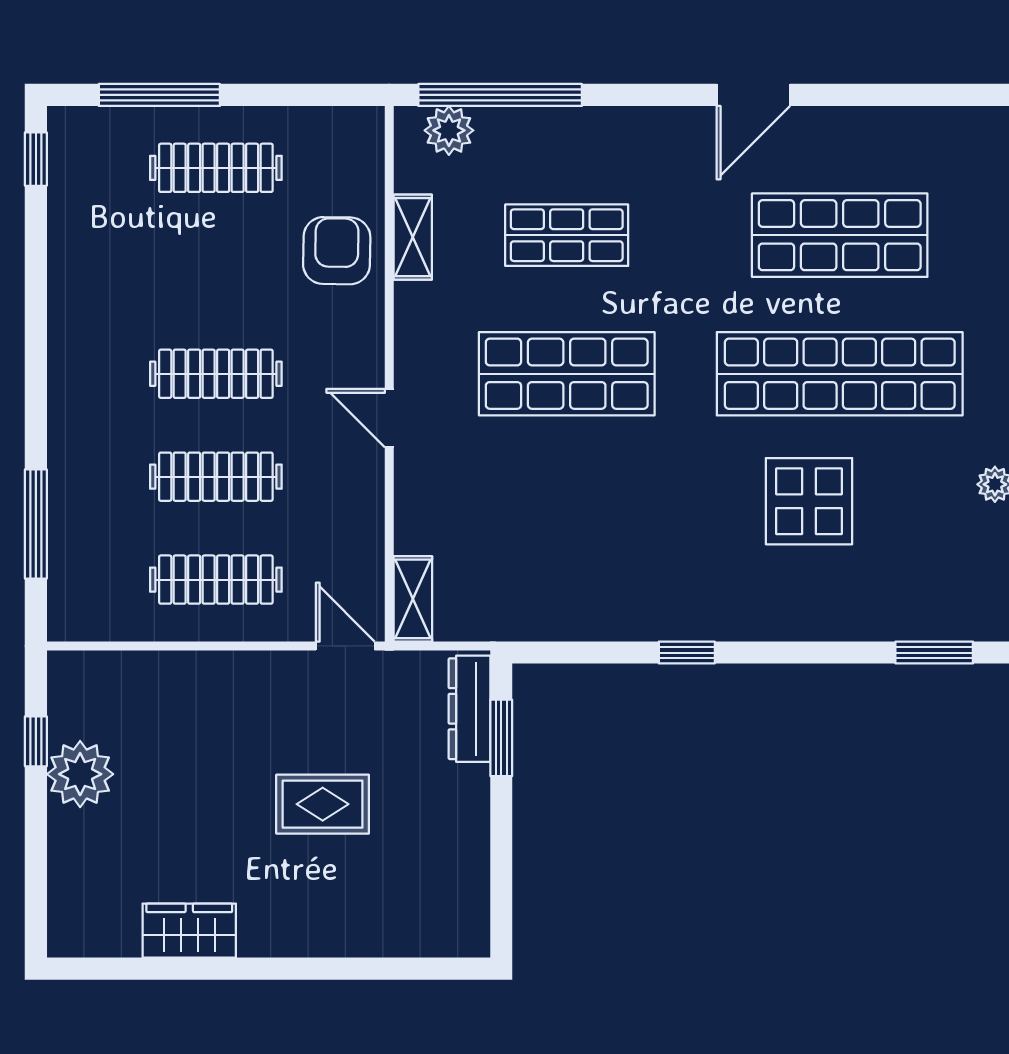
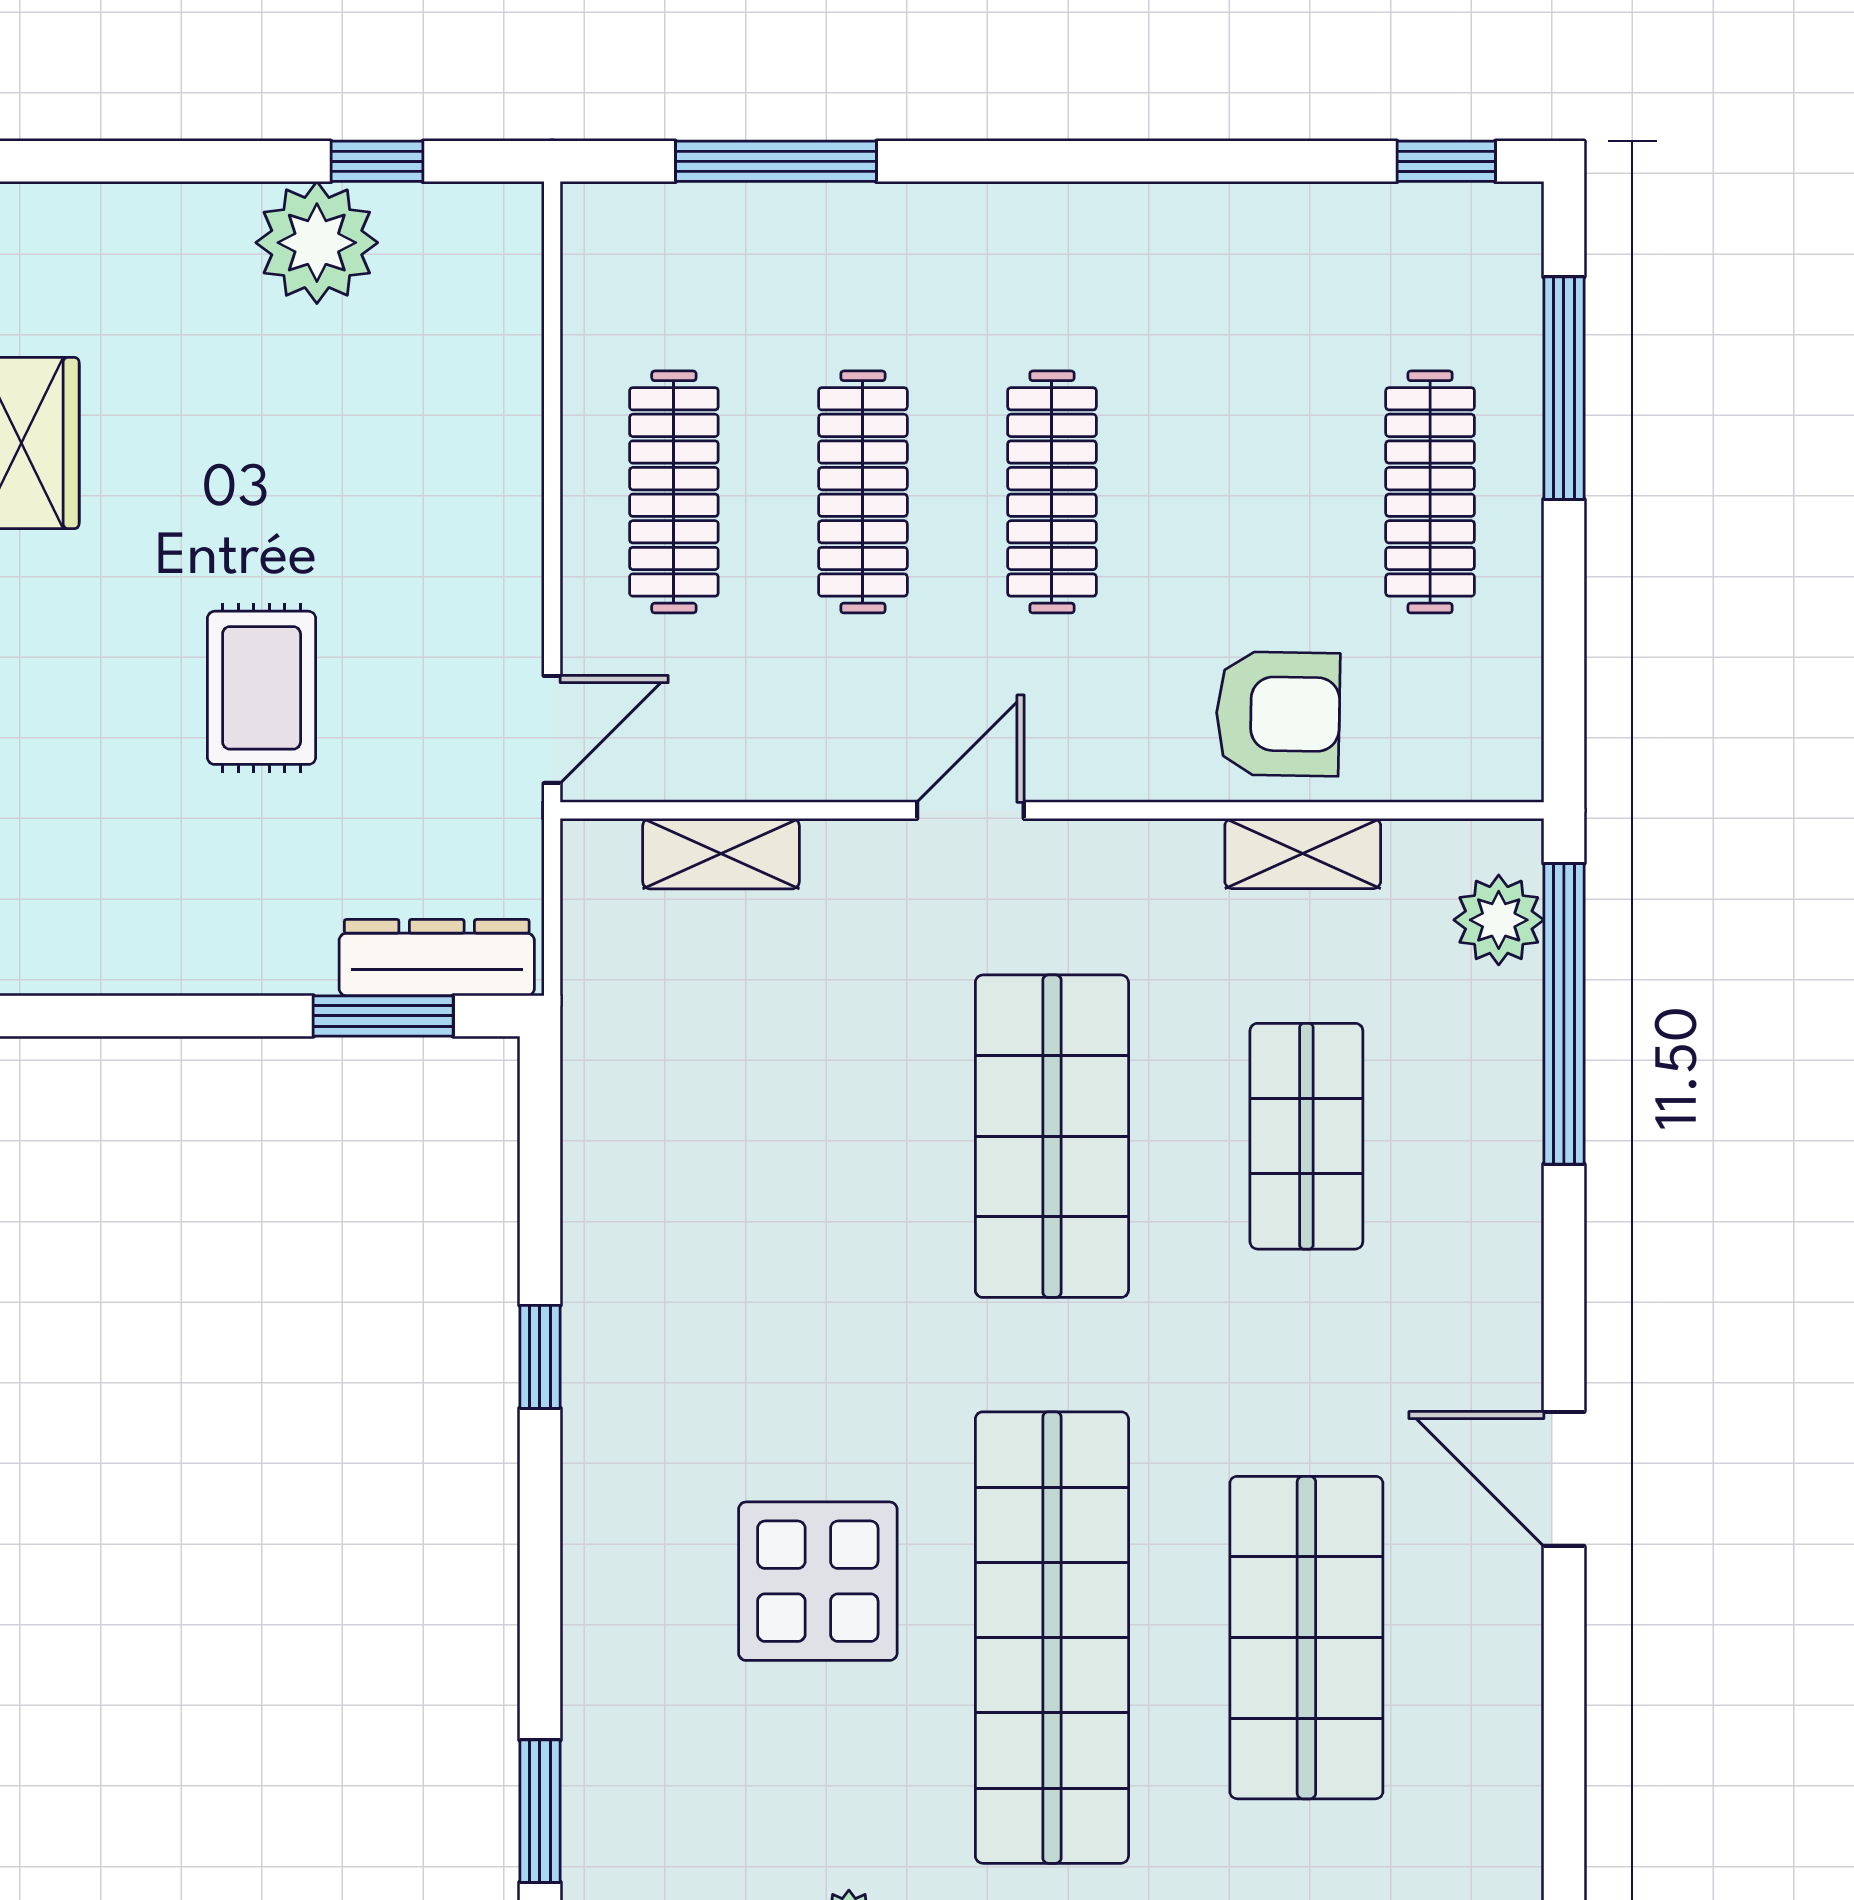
shelving: (413, 599) -> (721, 854), moved

